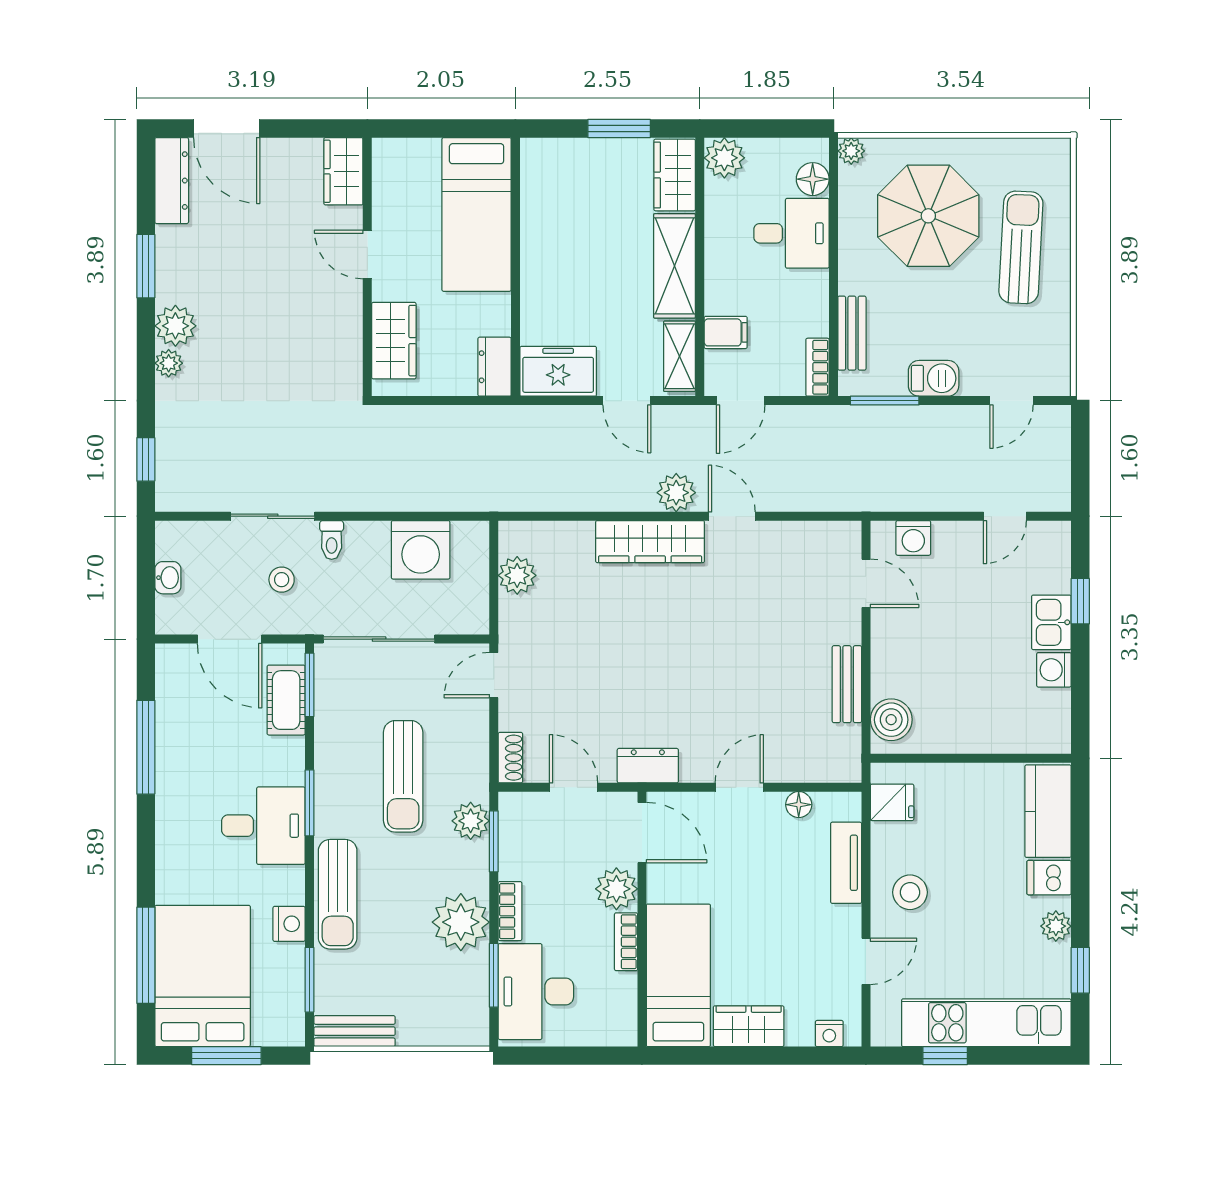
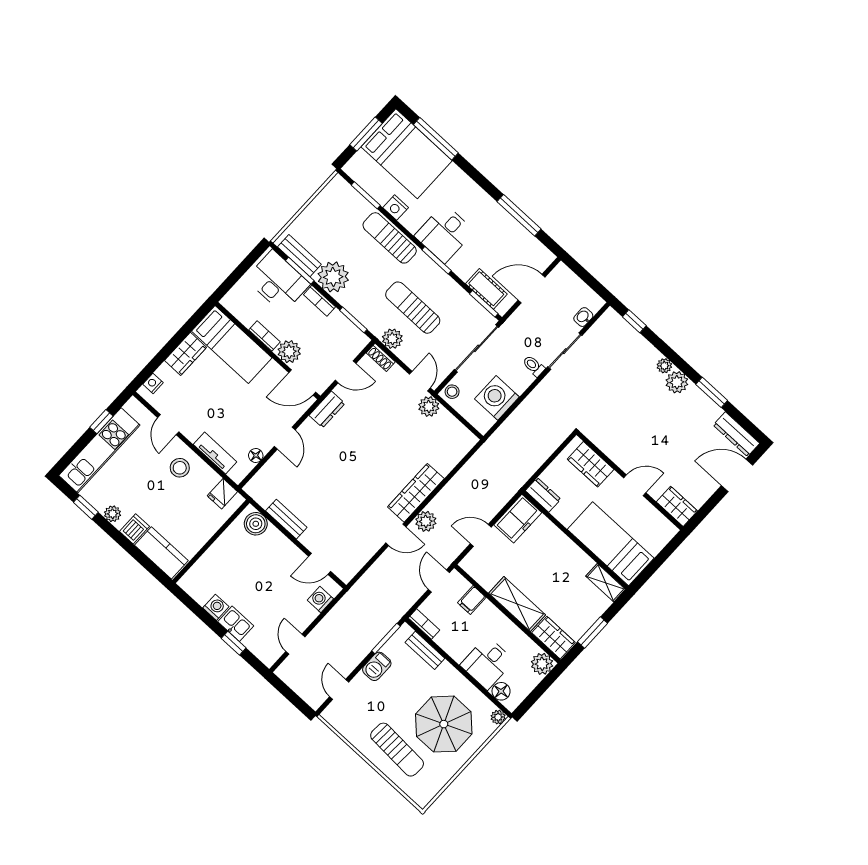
shelving: (680, 356) -> (606, 583), moved
plant: (517, 575) -> (429, 407), moved
washbasin: (168, 578) -> (583, 317), moved, turned 90
stool: (282, 580) -> (452, 392), moved
plant: (471, 821) -> (392, 339), moved
bench: (354, 1031) -> (299, 256), moved, turned 90

